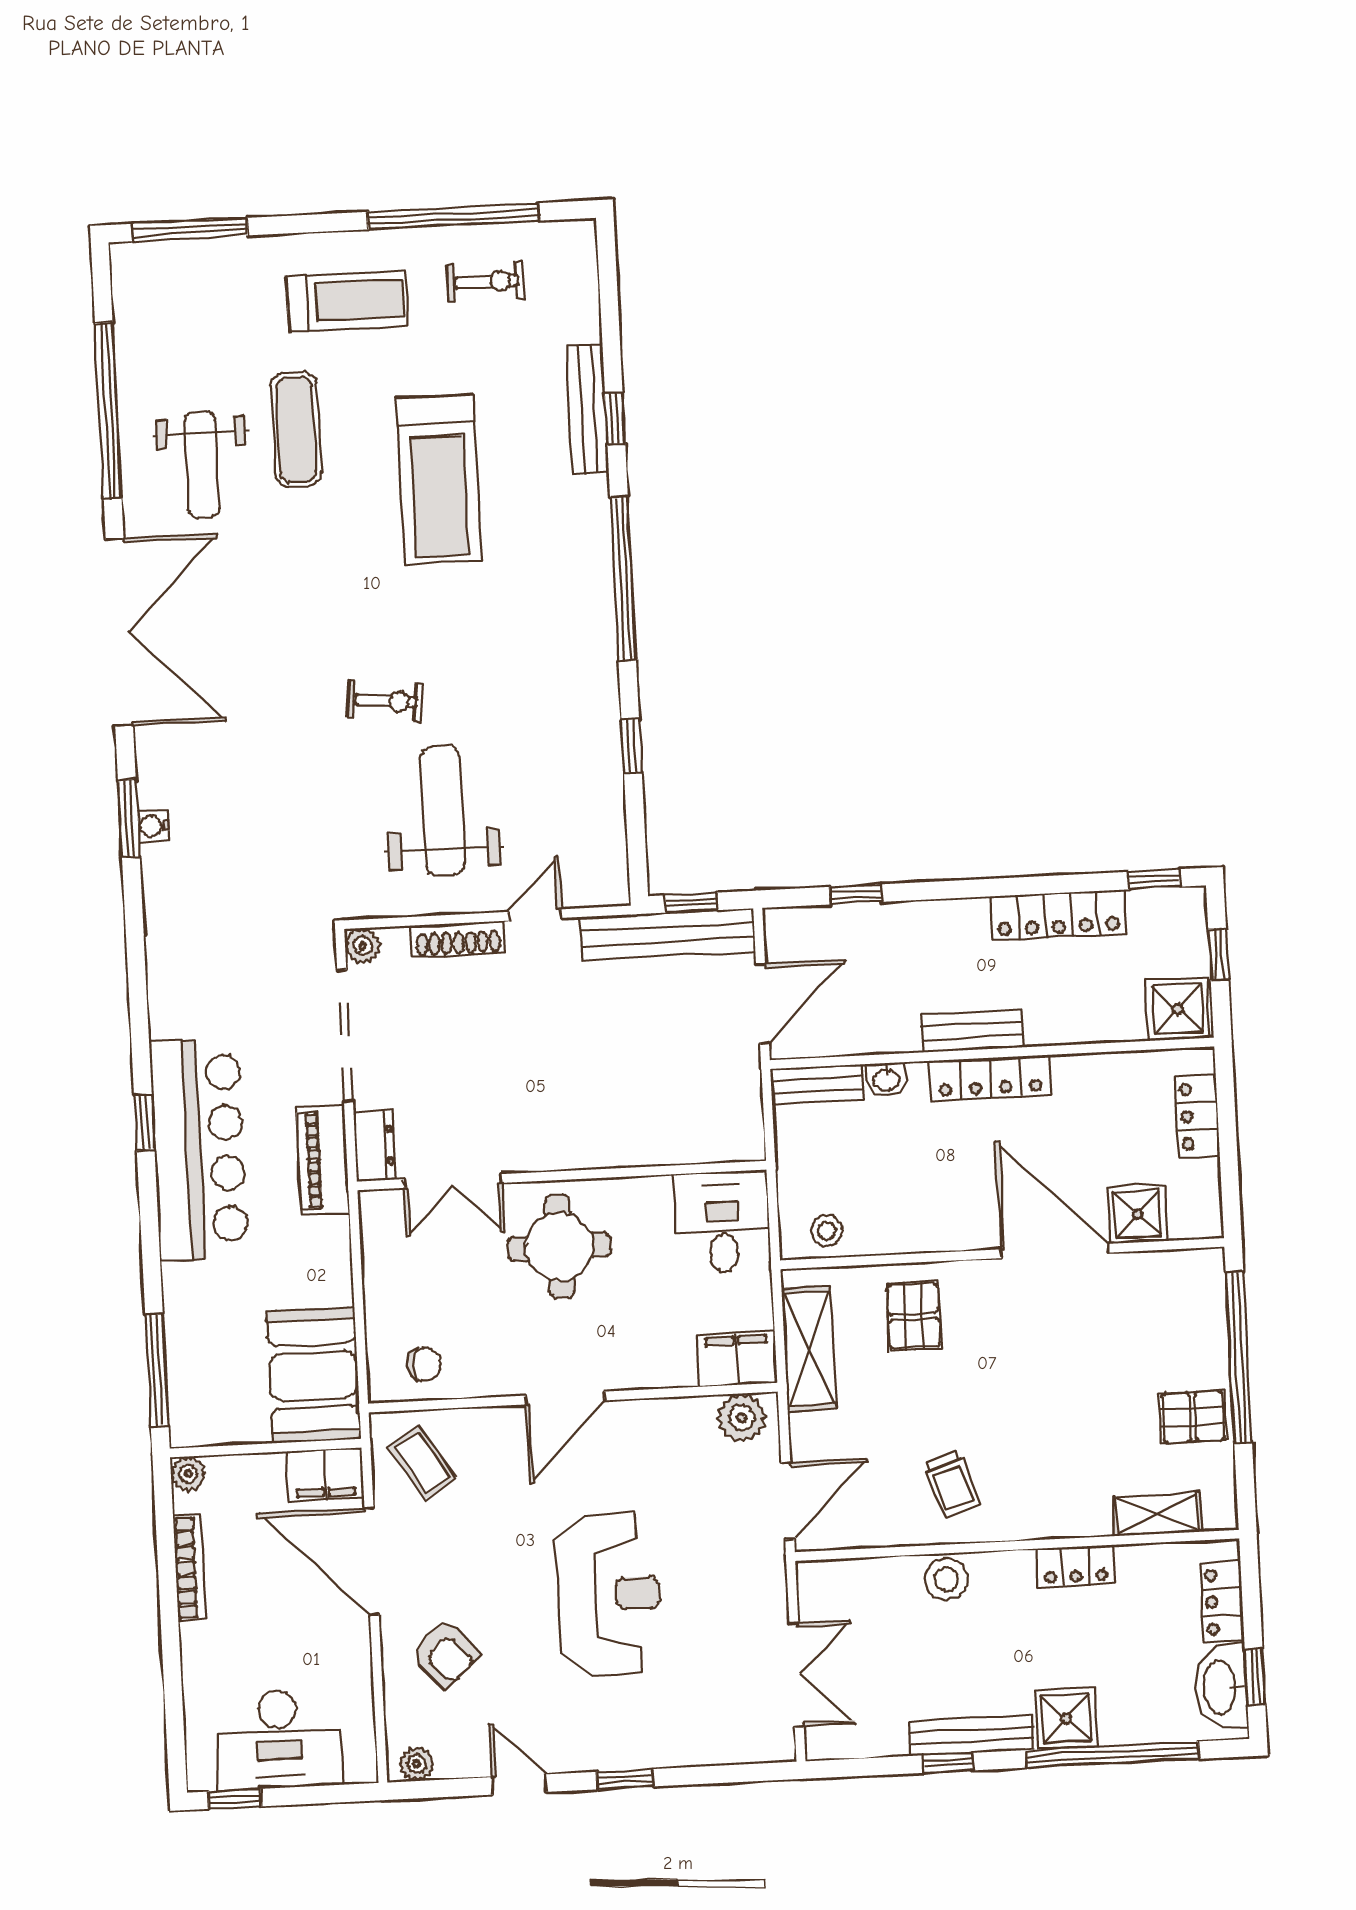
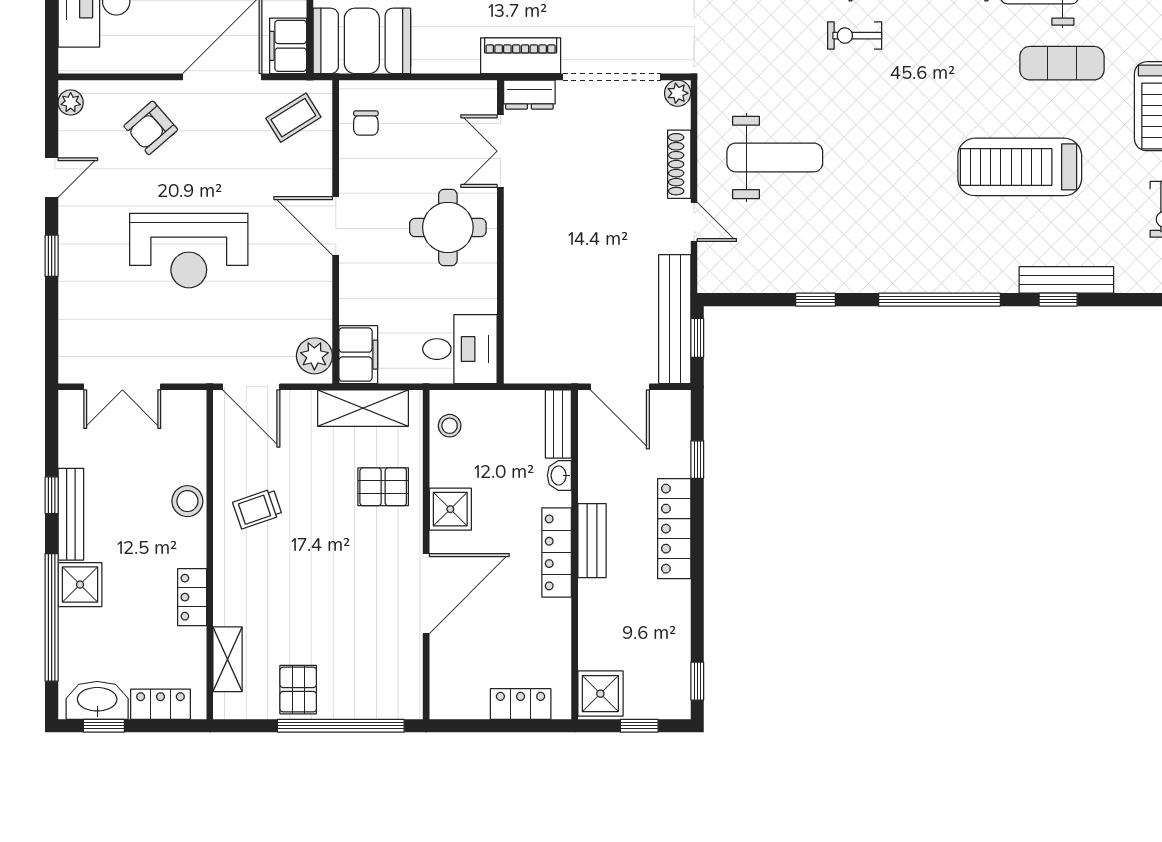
exercise bike: (385, 701) -> (855, 36), moved, turned 84
locker: (1058, 915) -> (674, 529), moved
shower: (1138, 1214) -> (450, 509), moved

